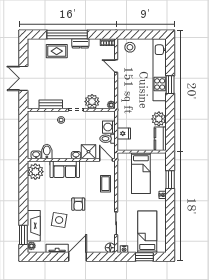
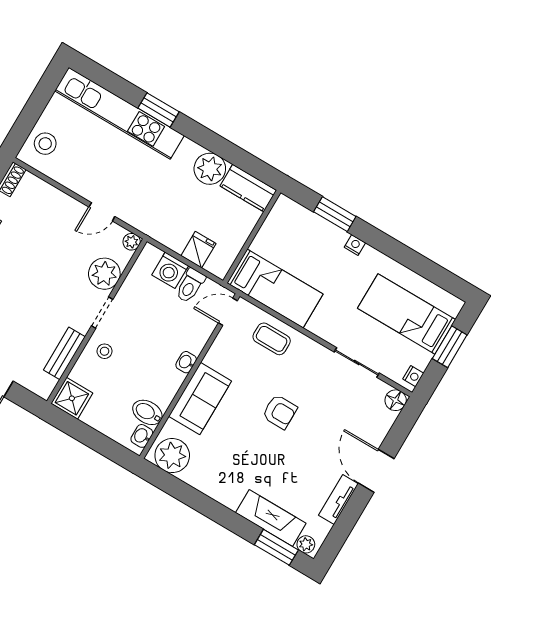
door: (116, 66) -> (102, 212), moved
shower: (89, 152) -> (72, 398), moved
bed: (141, 173) -> (275, 288), moved
side table: (59, 220) -> (288, 465), removed

